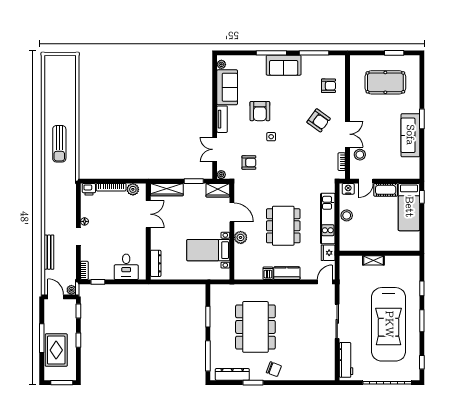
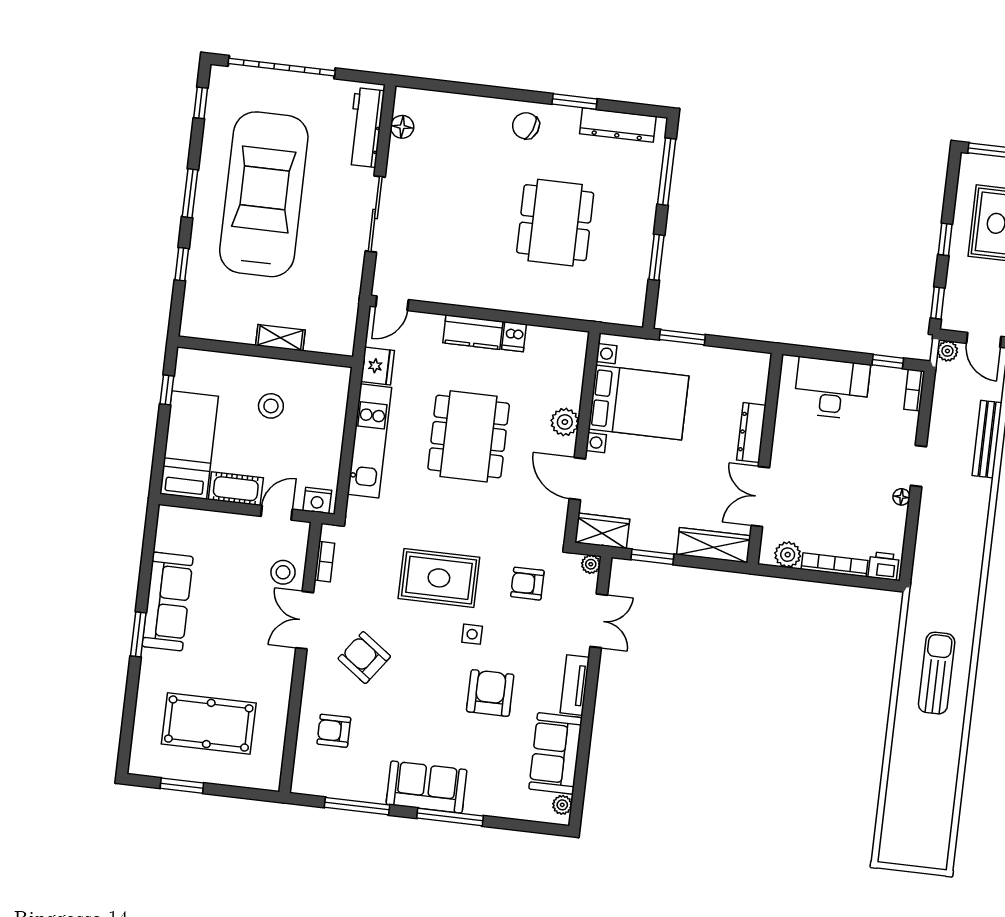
rug: (289, 160) -> (439, 578), added
window: (422, 197) -> (167, 390), moved
stool: (347, 215) -> (271, 406), moved
bed with nightstands: (208, 250) -> (639, 402), width x1.36
dresser: (156, 263) -> (751, 433), moved
desk: (126, 267) -> (832, 388), width x1.37
window: (192, 282) -> (682, 337), added
dining table: (255, 327) -> (555, 223), width x0.73, depth x0.80
floor lamp: (330, 362) -> (402, 127), added

